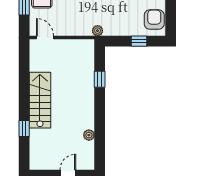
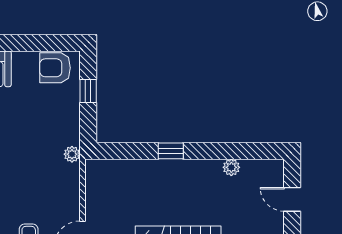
window: (100, 79) -> (171, 151), moved

